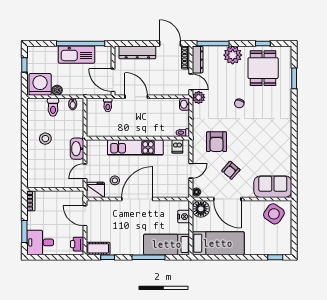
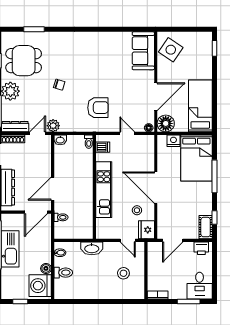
stool: (45, 139) -> (123, 273), moved
washbasin: (77, 149) -> (92, 248), moved
armchair: (231, 170) -> (127, 93), removed
bed: (167, 244) -> (196, 158), width x1.50

